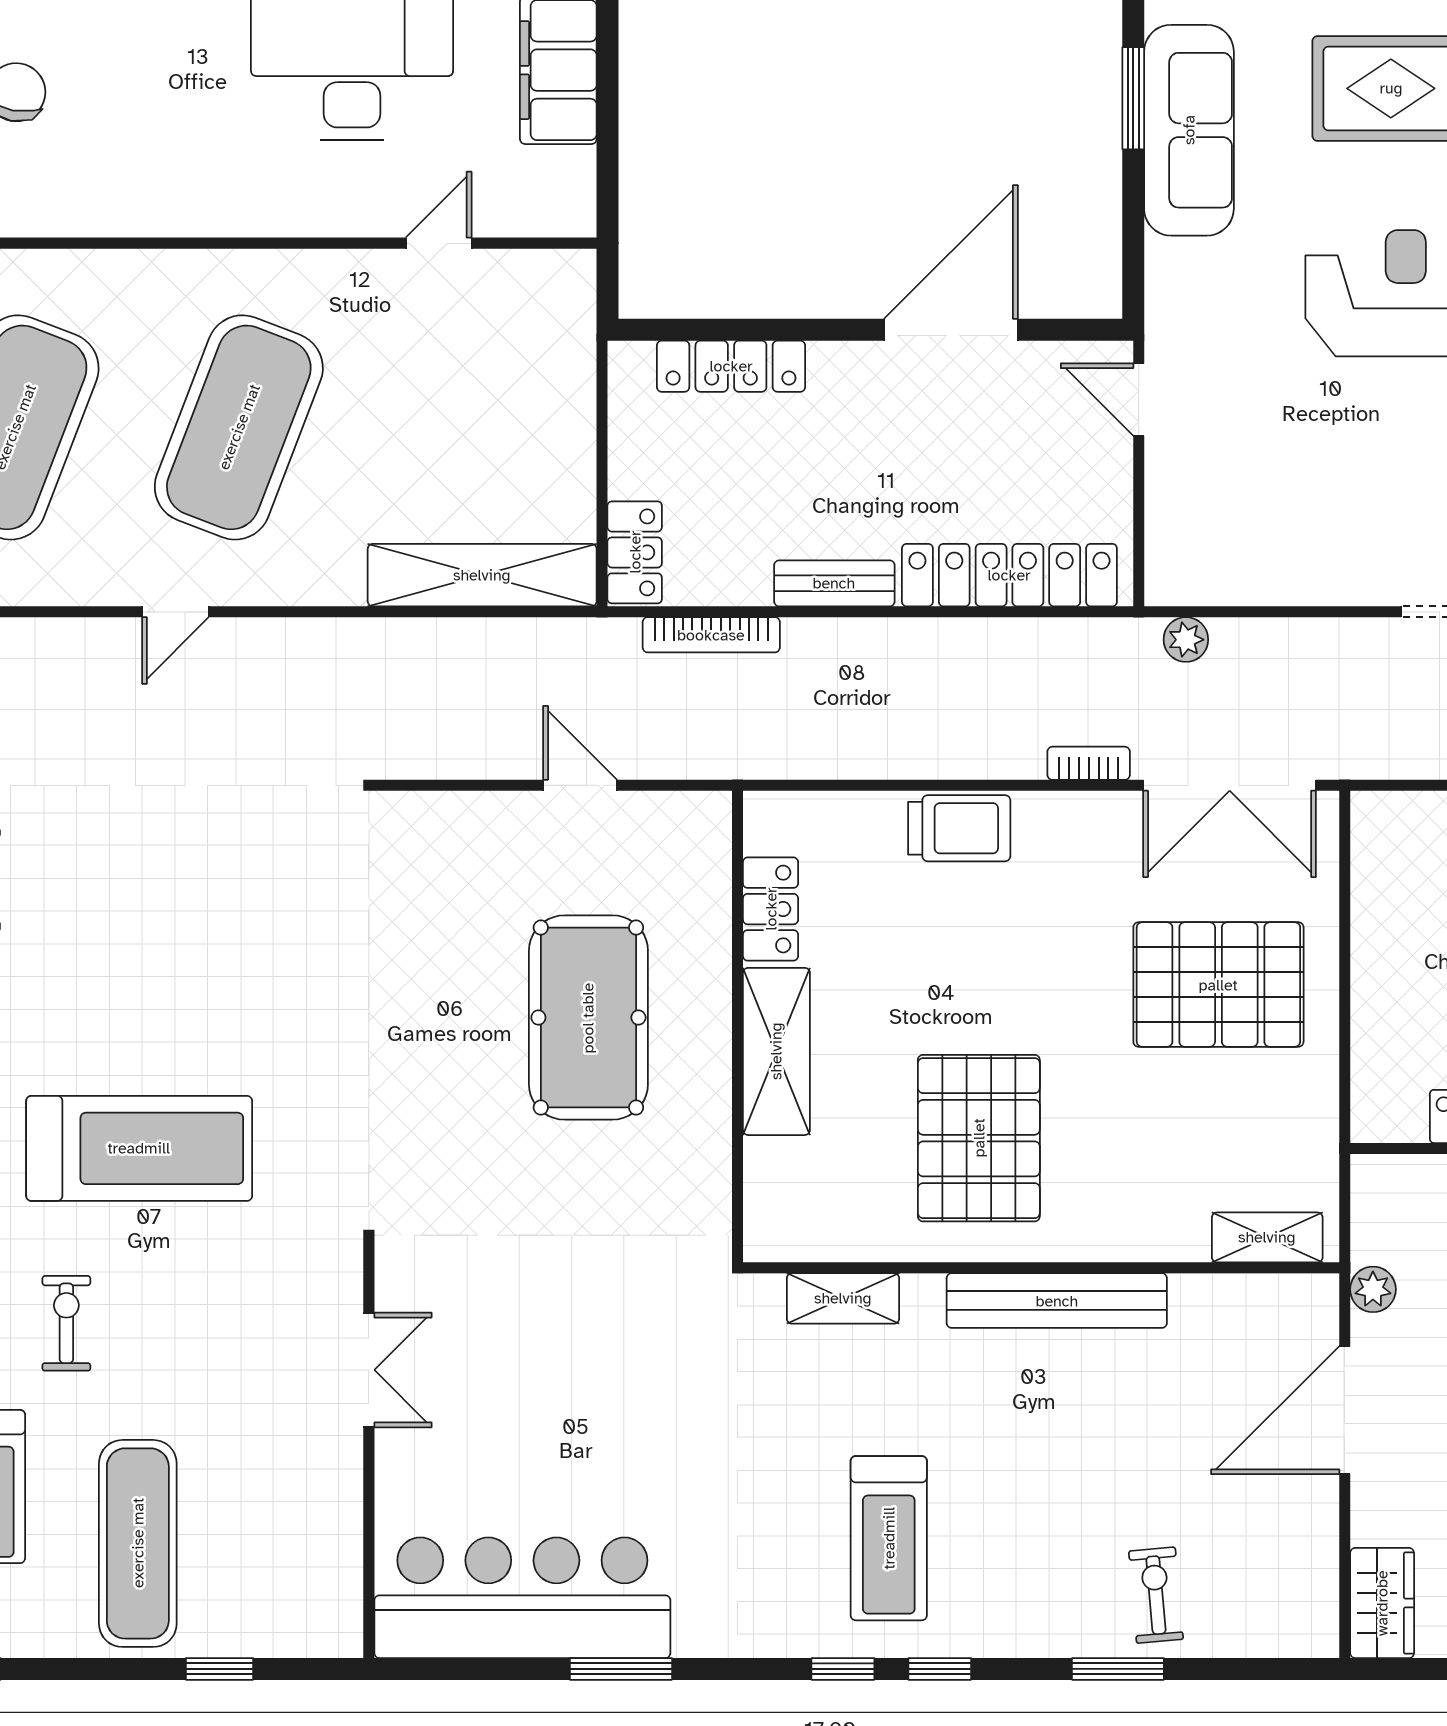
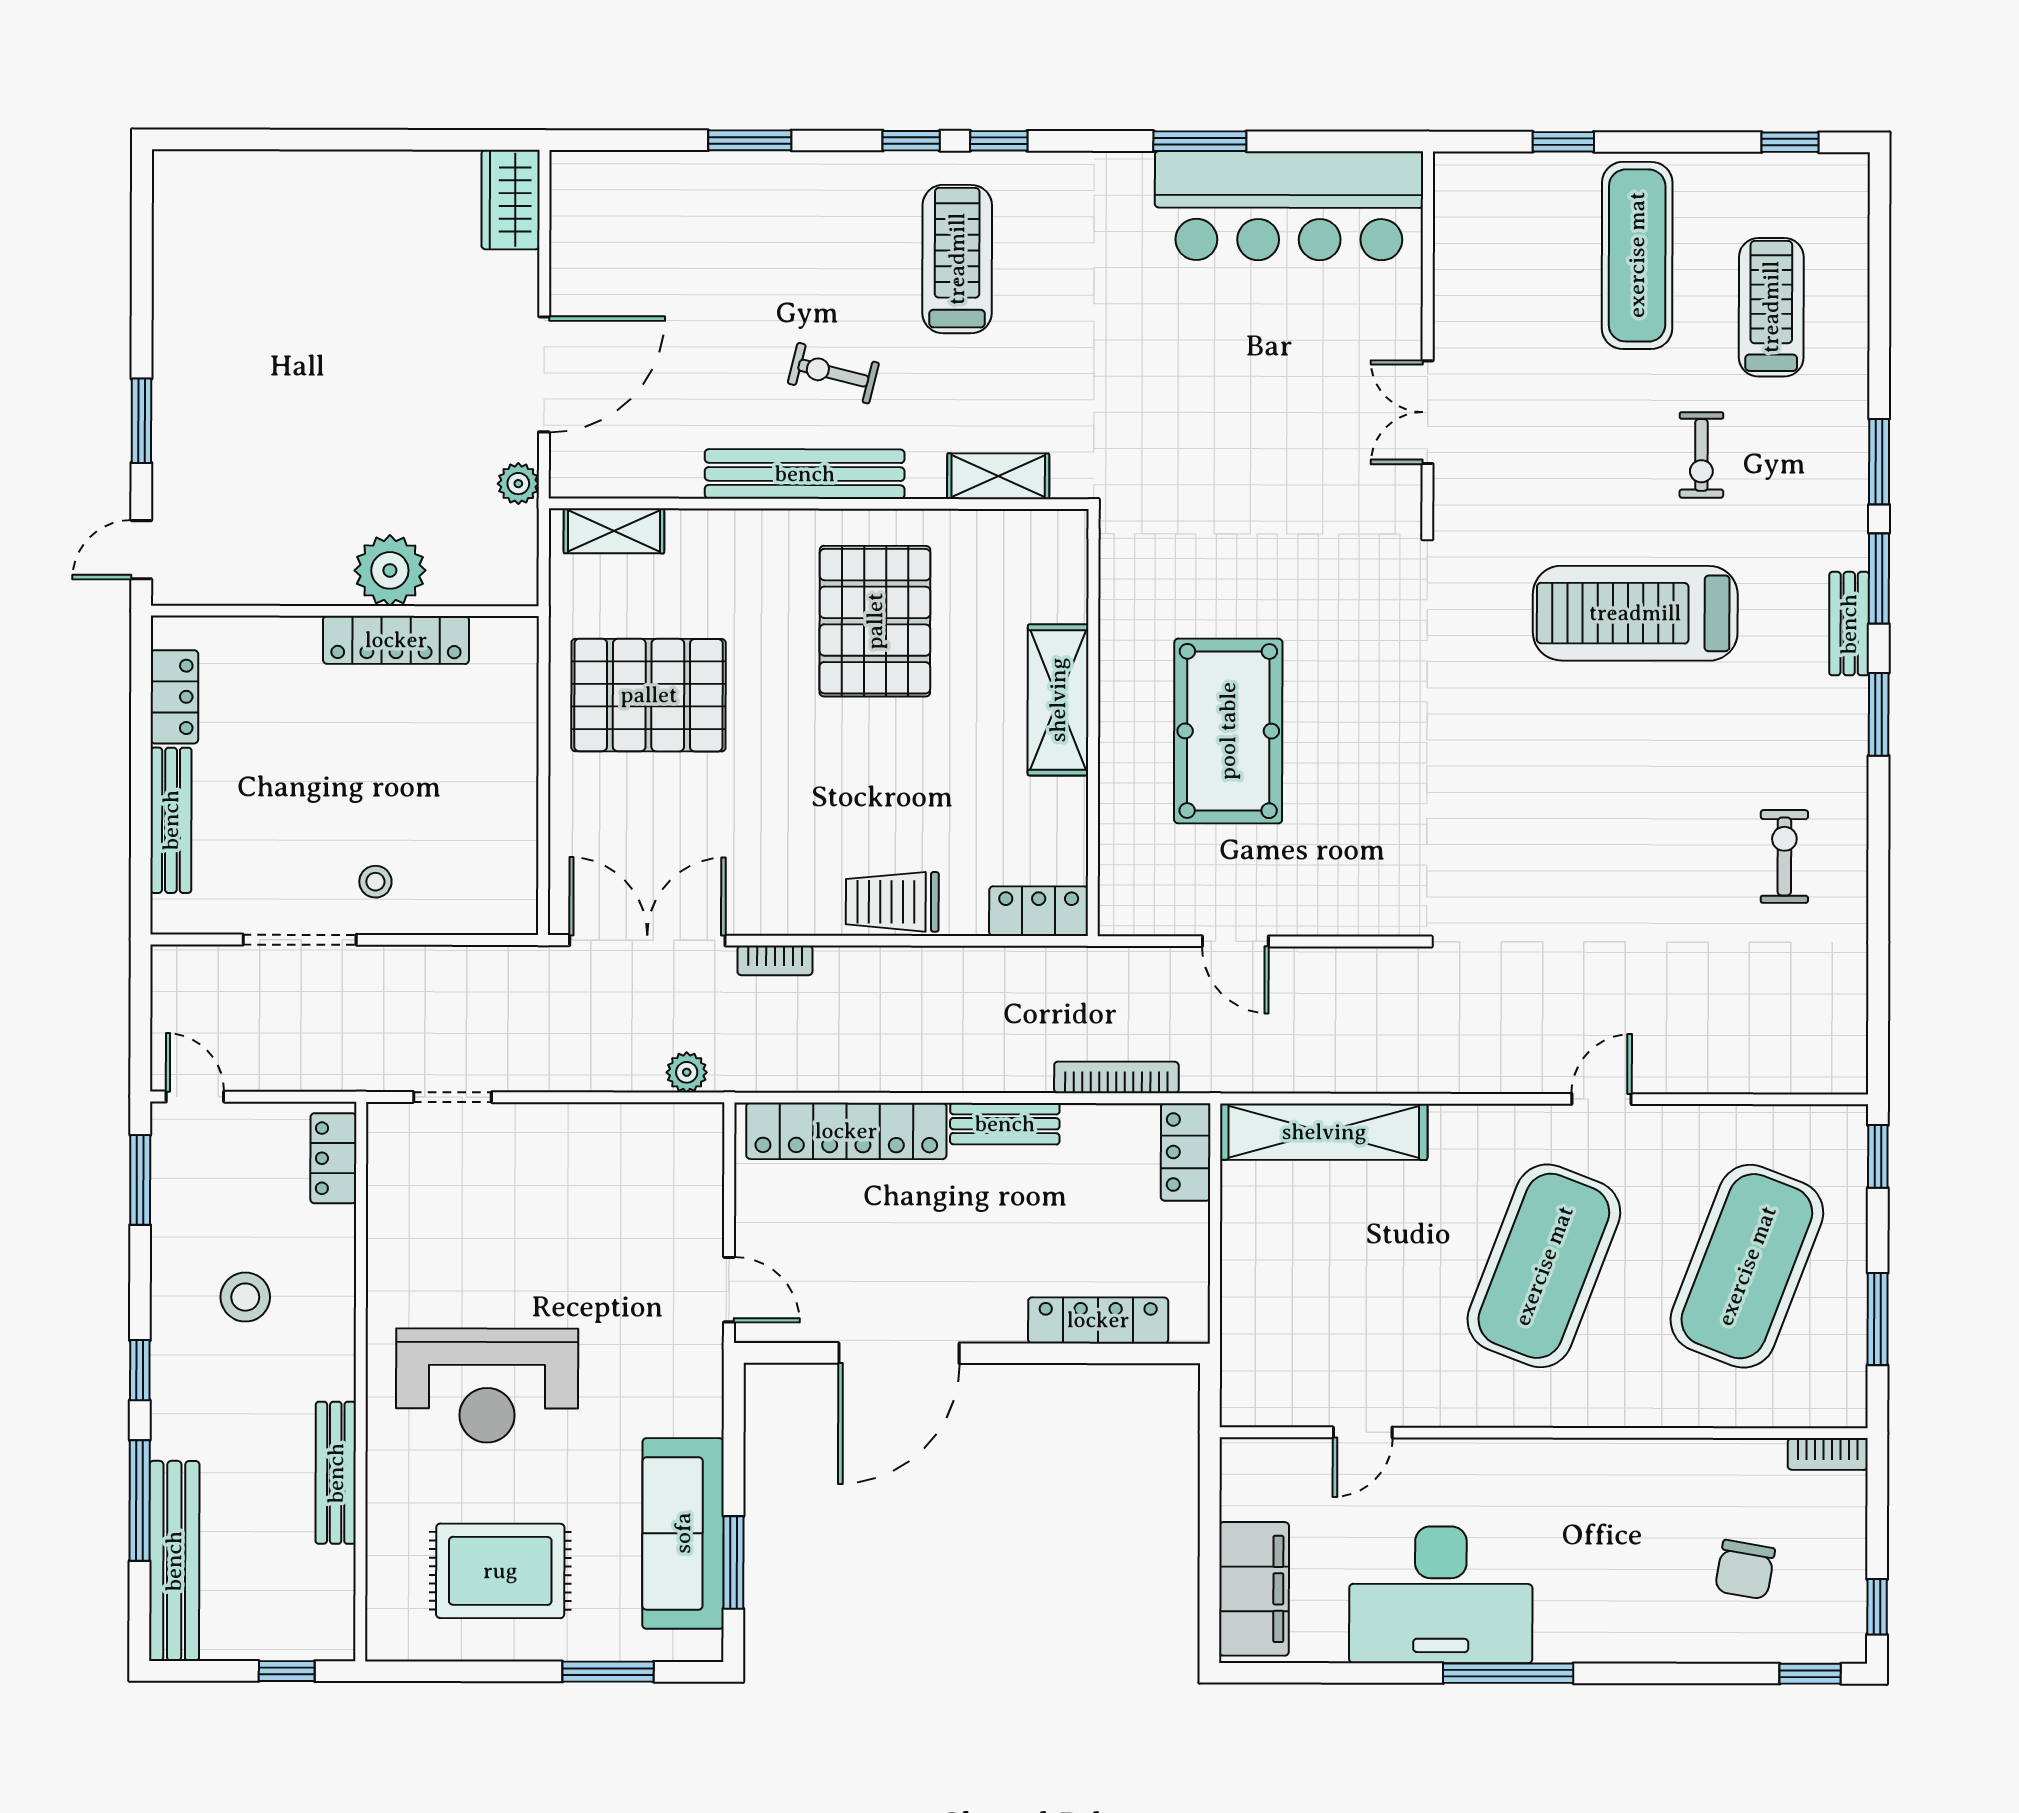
locker: (771, 909) -> (1039, 911), moved, turned 90
pallet: (1218, 985) -> (649, 695), moved
exercise bike: (1156, 1595) -> (833, 373), moved, turned 109

